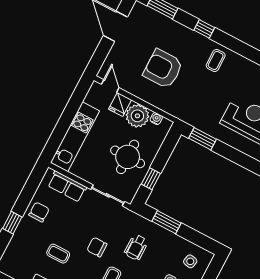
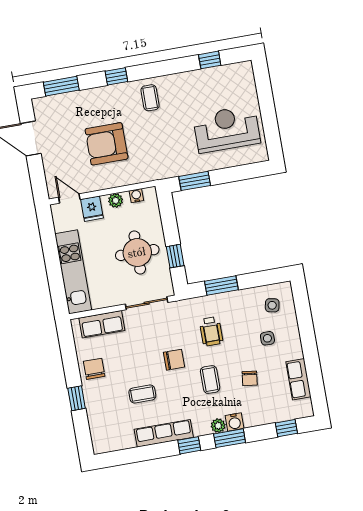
plant: (137, 116) -> (116, 200), width x0.53, depth x0.53
chair: (97, 247) -> (174, 360), turned 180

